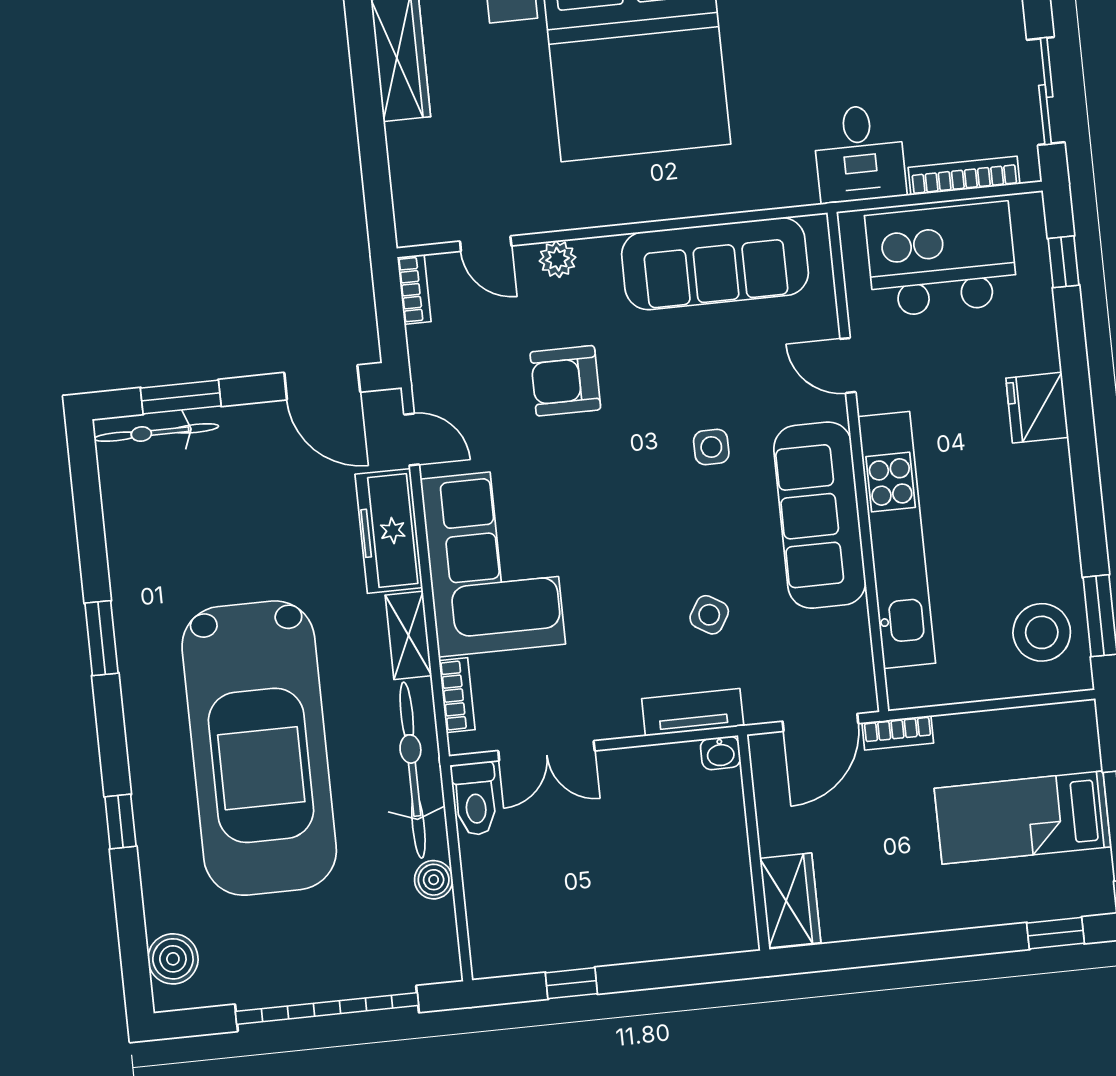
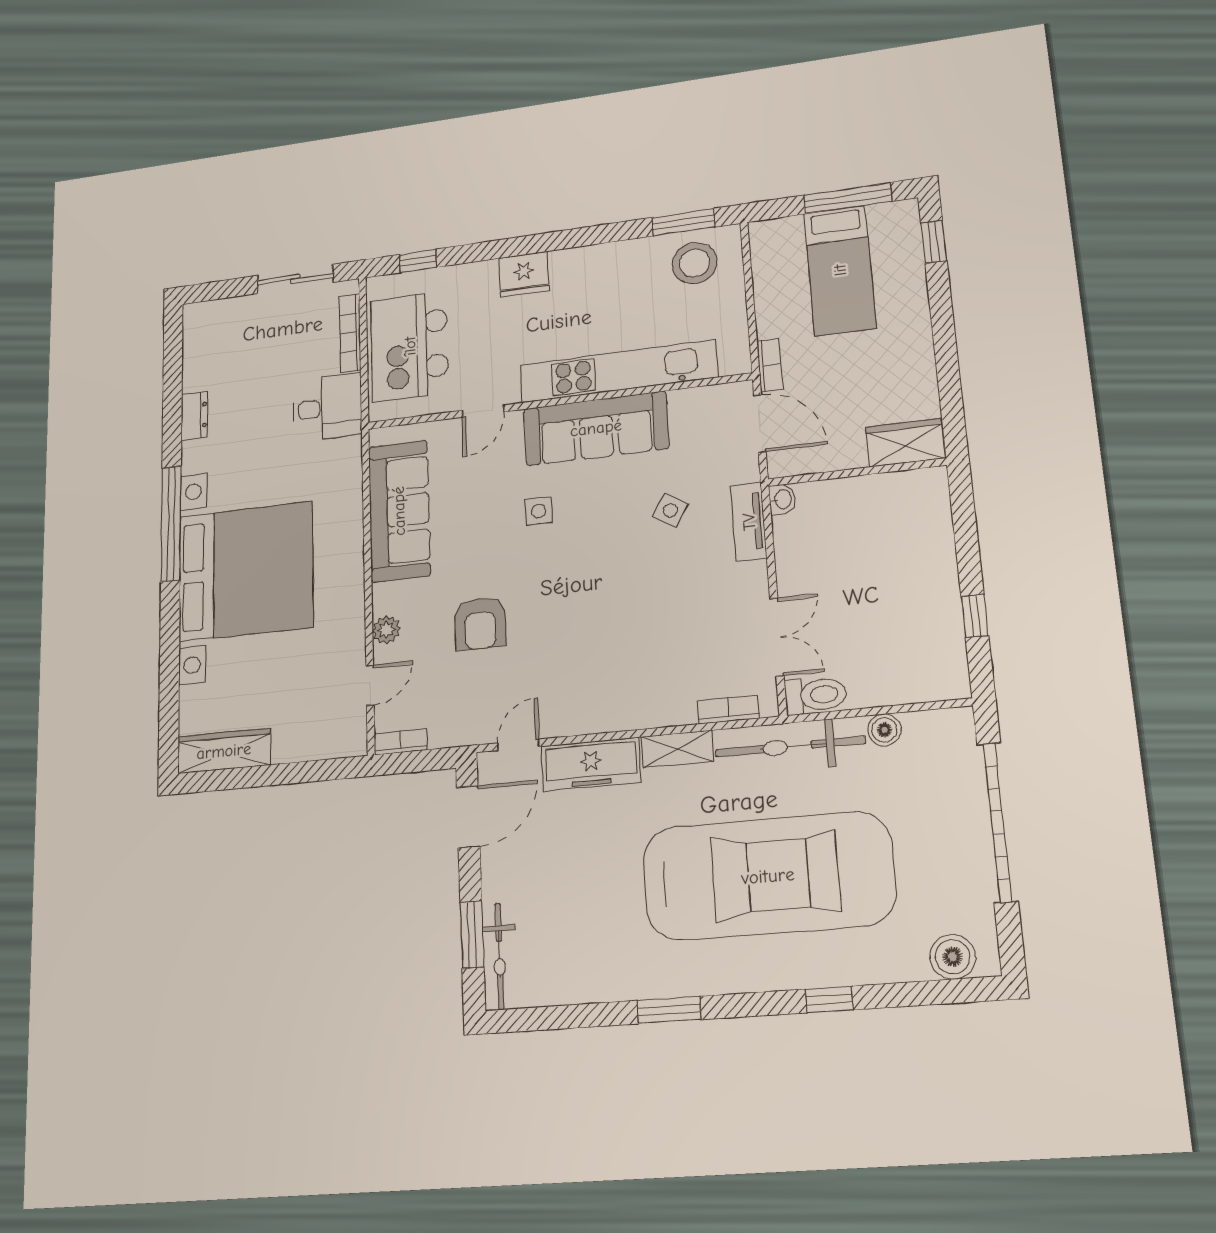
corner sofa: (493, 562) -> (620, 680), removed

